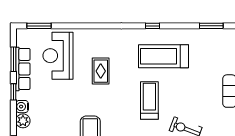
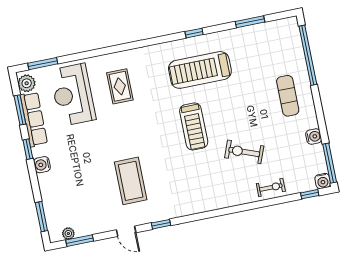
window: (152, 26) -> (194, 33), moved
rug: (101, 71) -> (120, 86), moved
treadmill: (149, 100) -> (194, 126), turned 180
plant: (23, 121) -> (27, 83), moved

